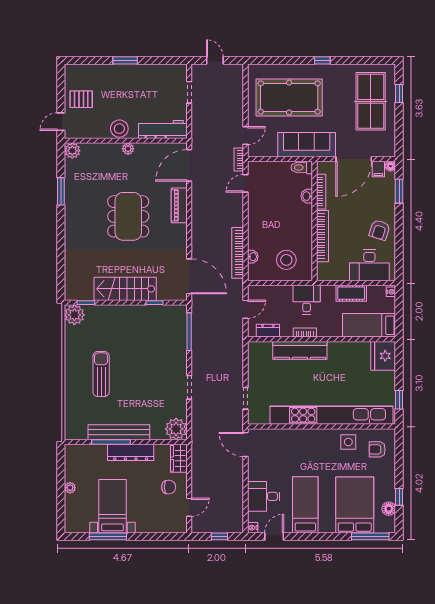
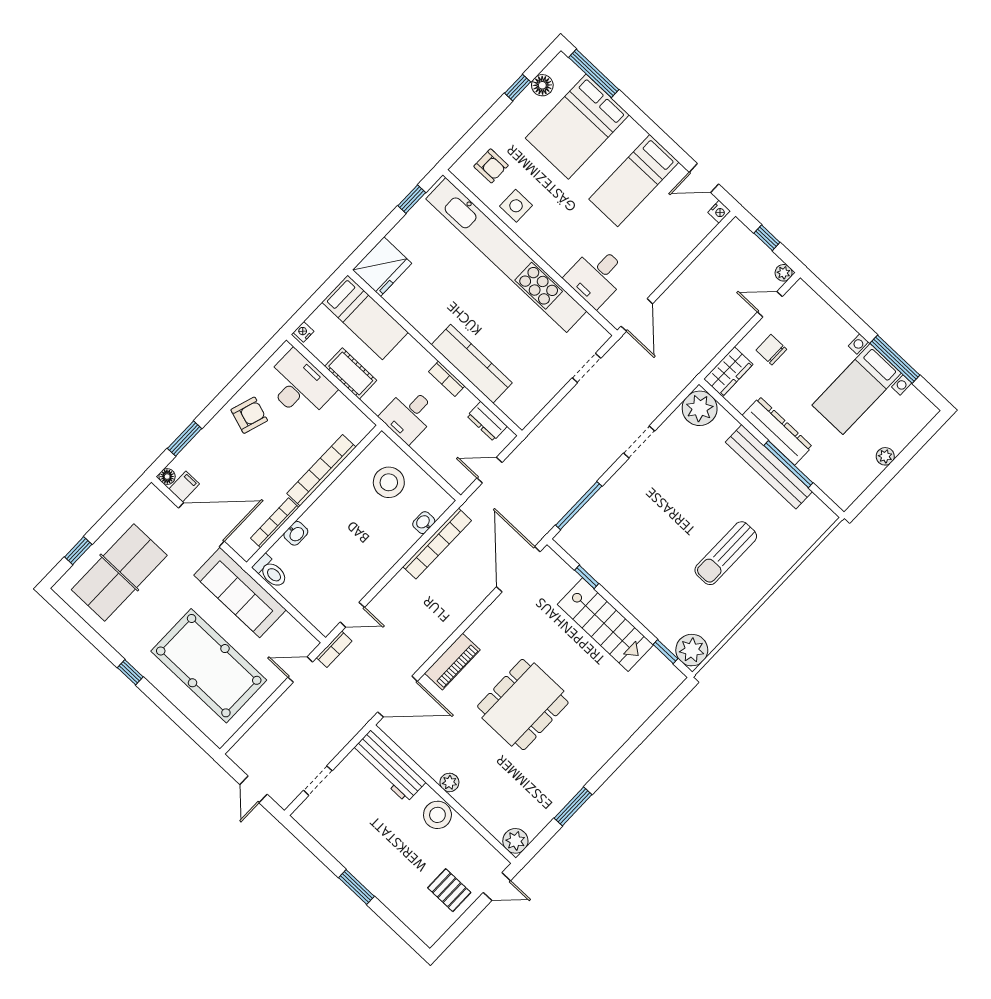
desk: (264, 496) -> (597, 276), moved, turned 90
plant: (197, 528) -> (784, 273), added

